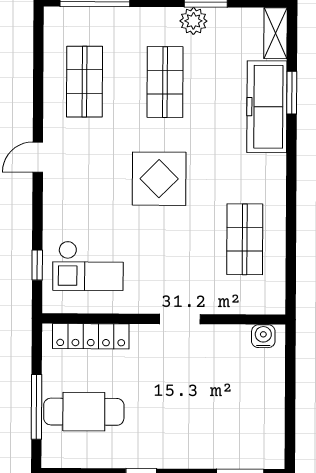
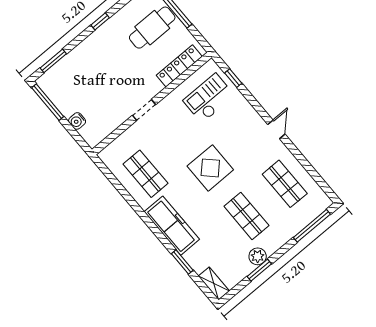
freezer: (267, 107) -> (172, 226), moved
water cooler: (263, 336) -> (77, 121), moved, turned 90
window: (290, 429) -> (48, 102), added

